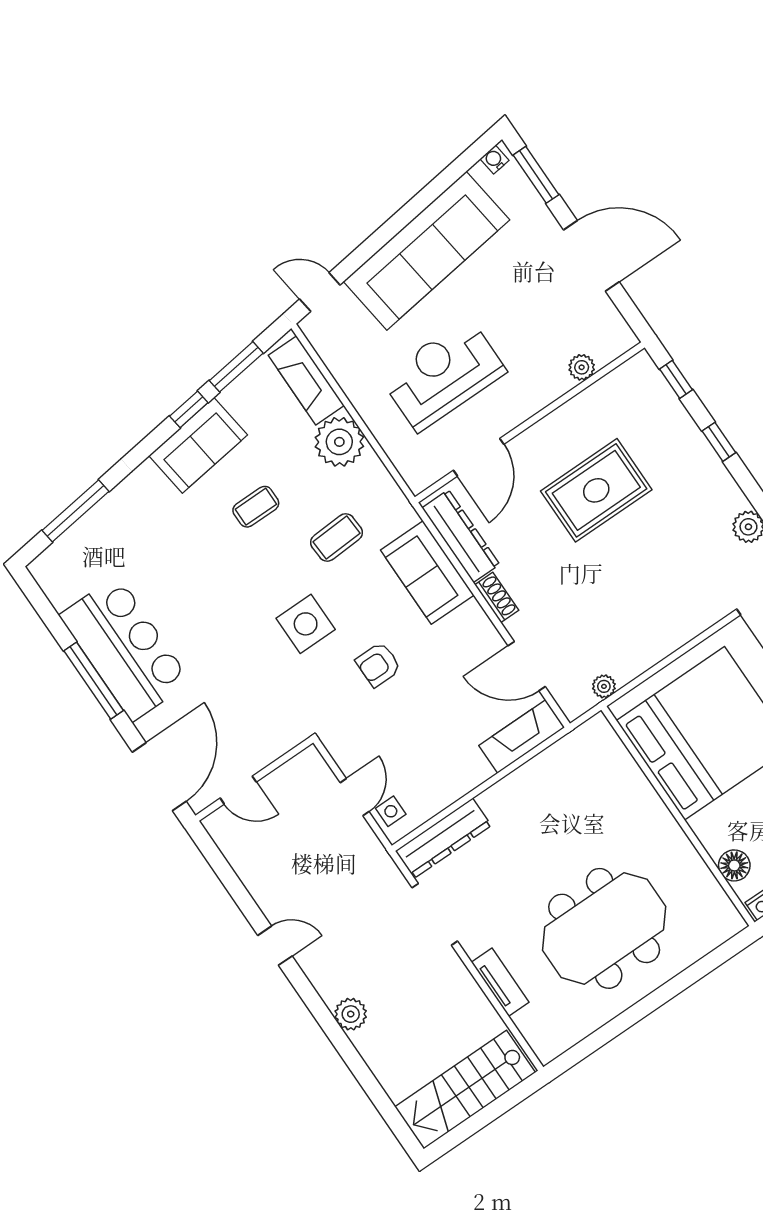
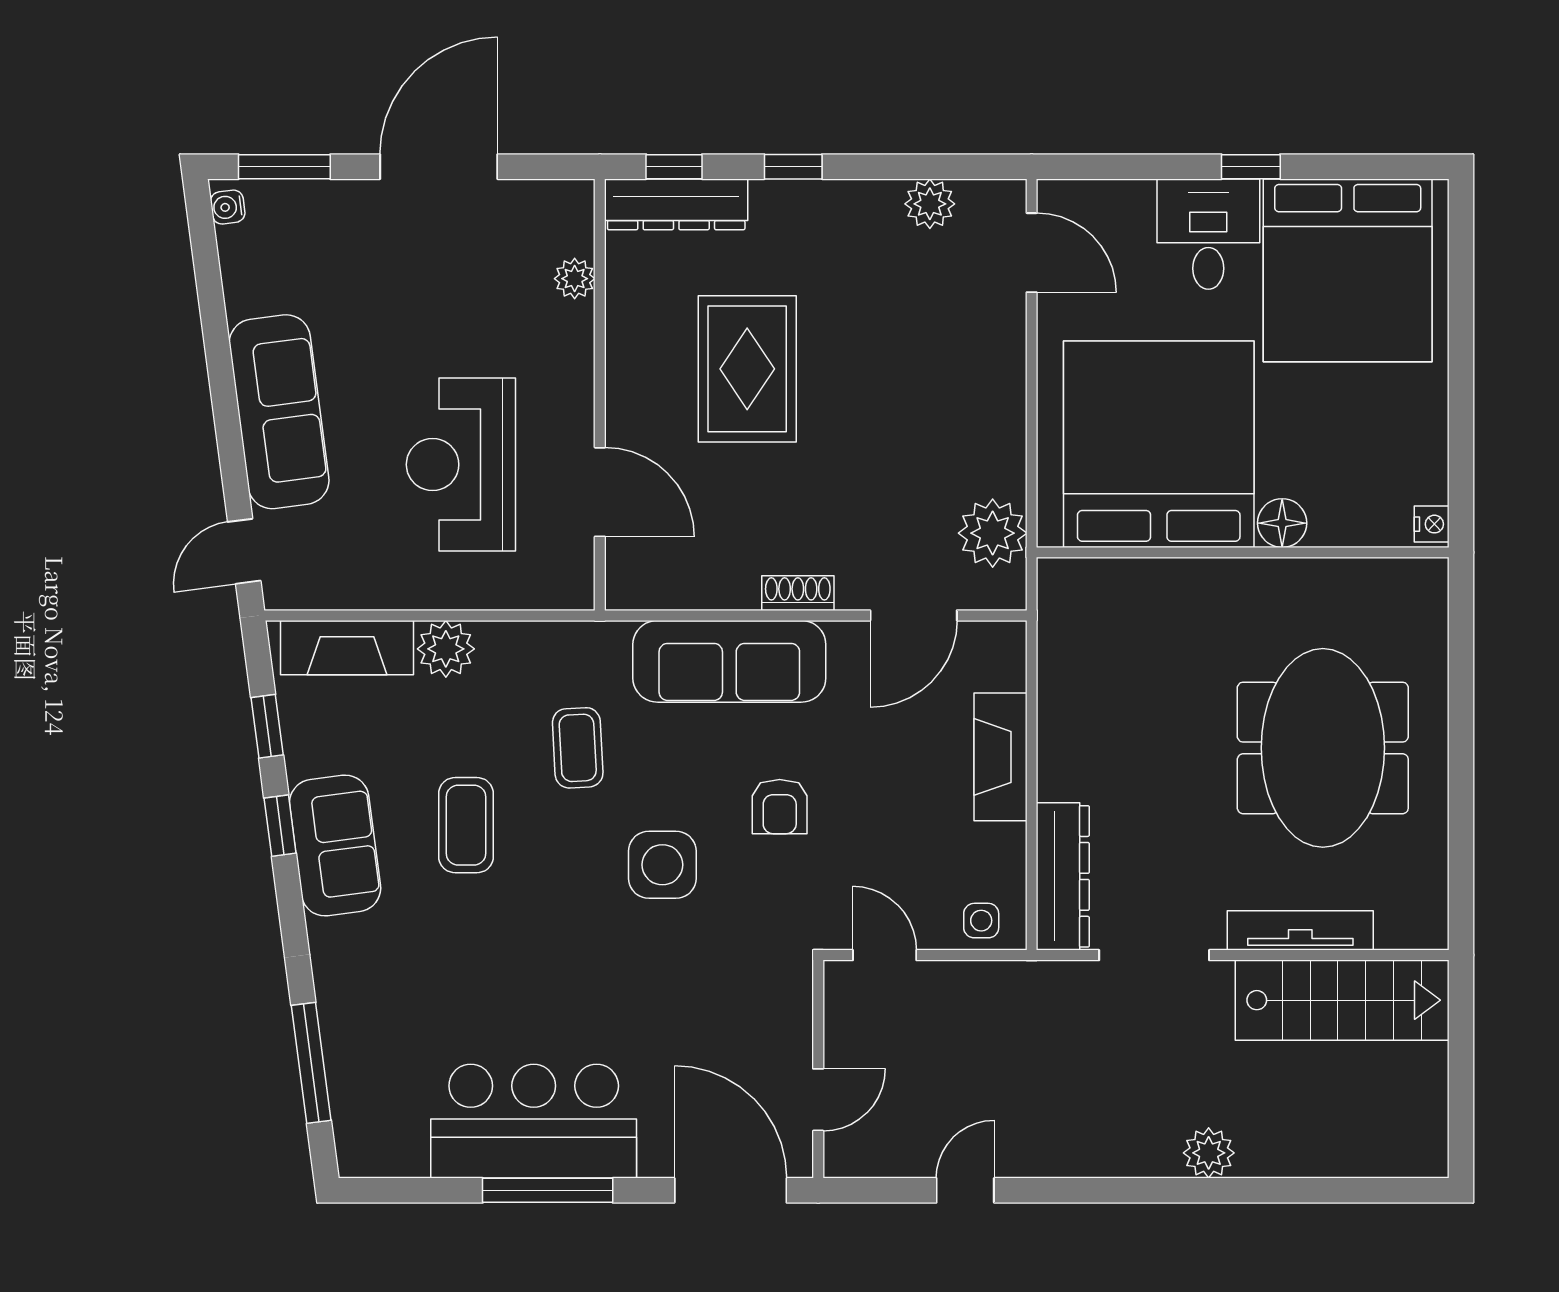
sofa: (427, 251) -> (279, 412), width x0.74, depth x0.79
window: (236, 367) -> (267, 726), width x0.67
plant: (339, 442) -> (446, 649), width x0.73, depth x0.73
coffee table: (256, 507) -> (466, 825), width x1.36, depth x1.30
dresser: (461, 536) -> (676, 204), moved, turned 180
sofa: (427, 573) -> (729, 661), width x1.36
plant: (604, 686) -> (993, 533), width x1.88, depth x1.88
fireplace: (522, 736) -> (1000, 757), moved
door: (355, 797) -> (885, 955), moved
floor lamp: (734, 865) -> (1282, 523), moved
door: (275, 946) -> (965, 1190), moved
tv unit: (500, 982) -> (1300, 930), width x1.41
stairs: (465, 1090) -> (1342, 1000), moved, turned -90

